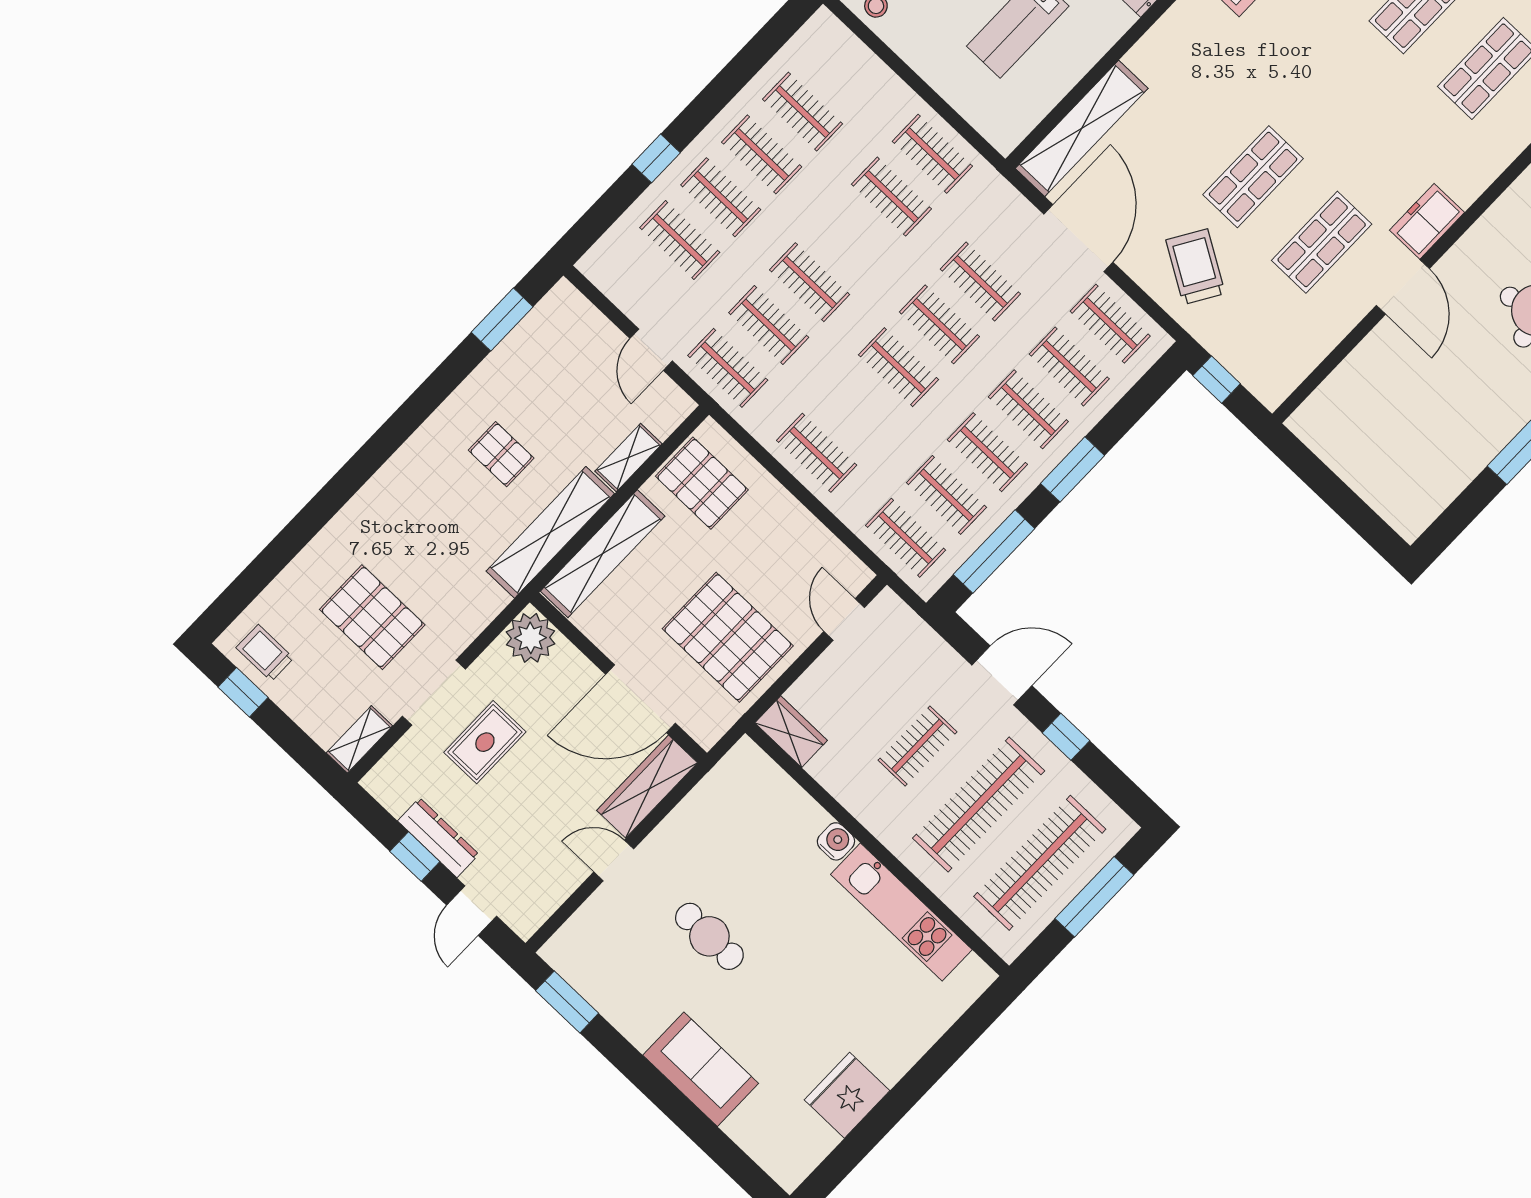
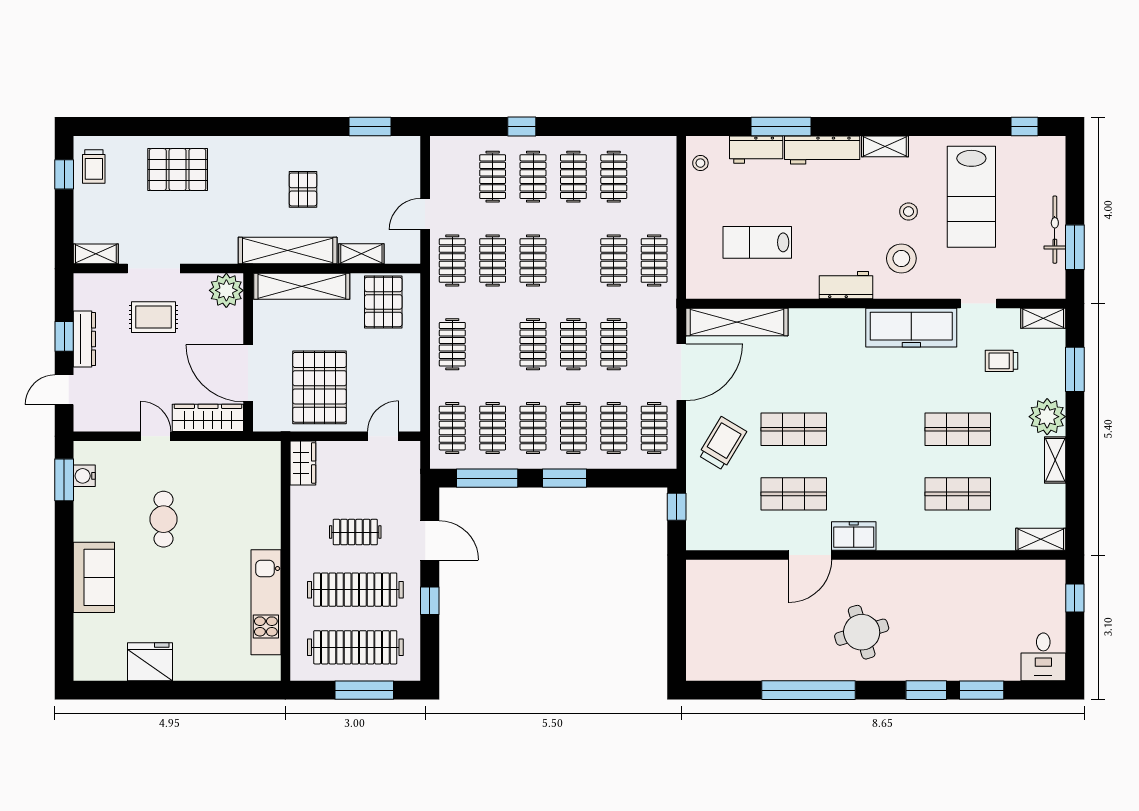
pallet: (372, 617) -> (178, 170), moved, turned 90
trolley: (265, 653) -> (94, 167), turned 180
water cooler: (836, 841) -> (84, 476), moved, turned 180

